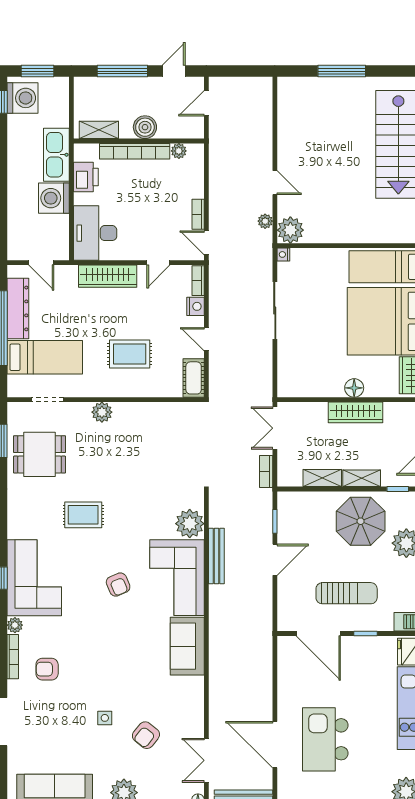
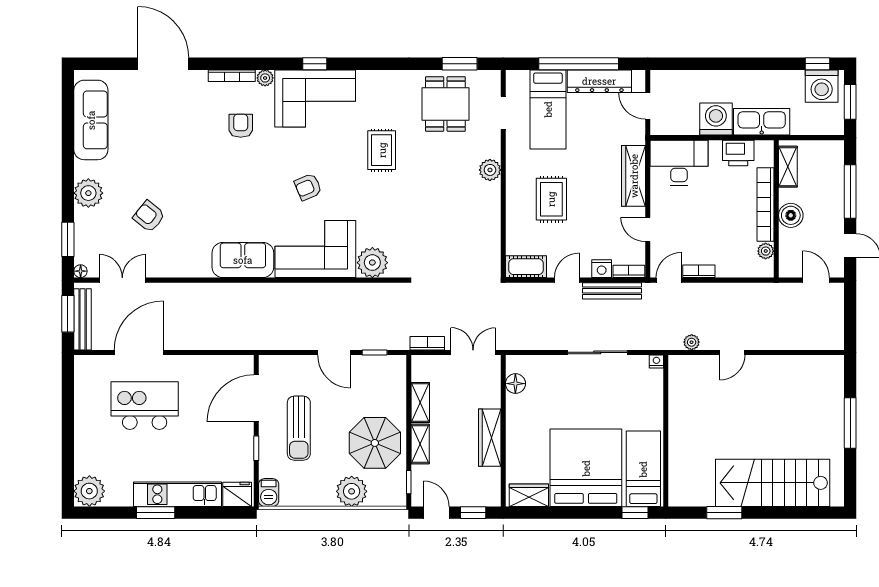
plant: (290, 230) -> (682, 369), removed
door: (41, 263) -> (648, 106), hinge flipped
floor lamp: (354, 388) -> (515, 384), moved
bench: (216, 556) -> (612, 291), moved
armchair: (47, 669) -> (241, 126), moved
side table: (105, 718) -> (167, 173), removed

